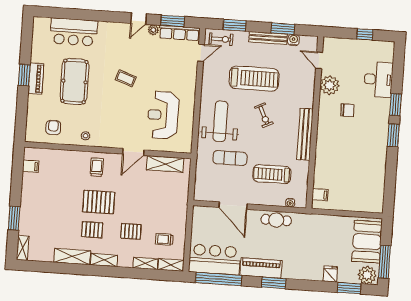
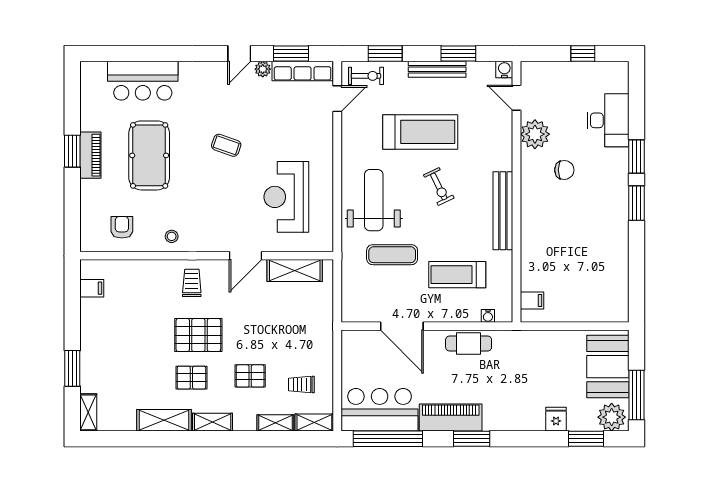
water cooler: (294, 40) -> (504, 70), moved

